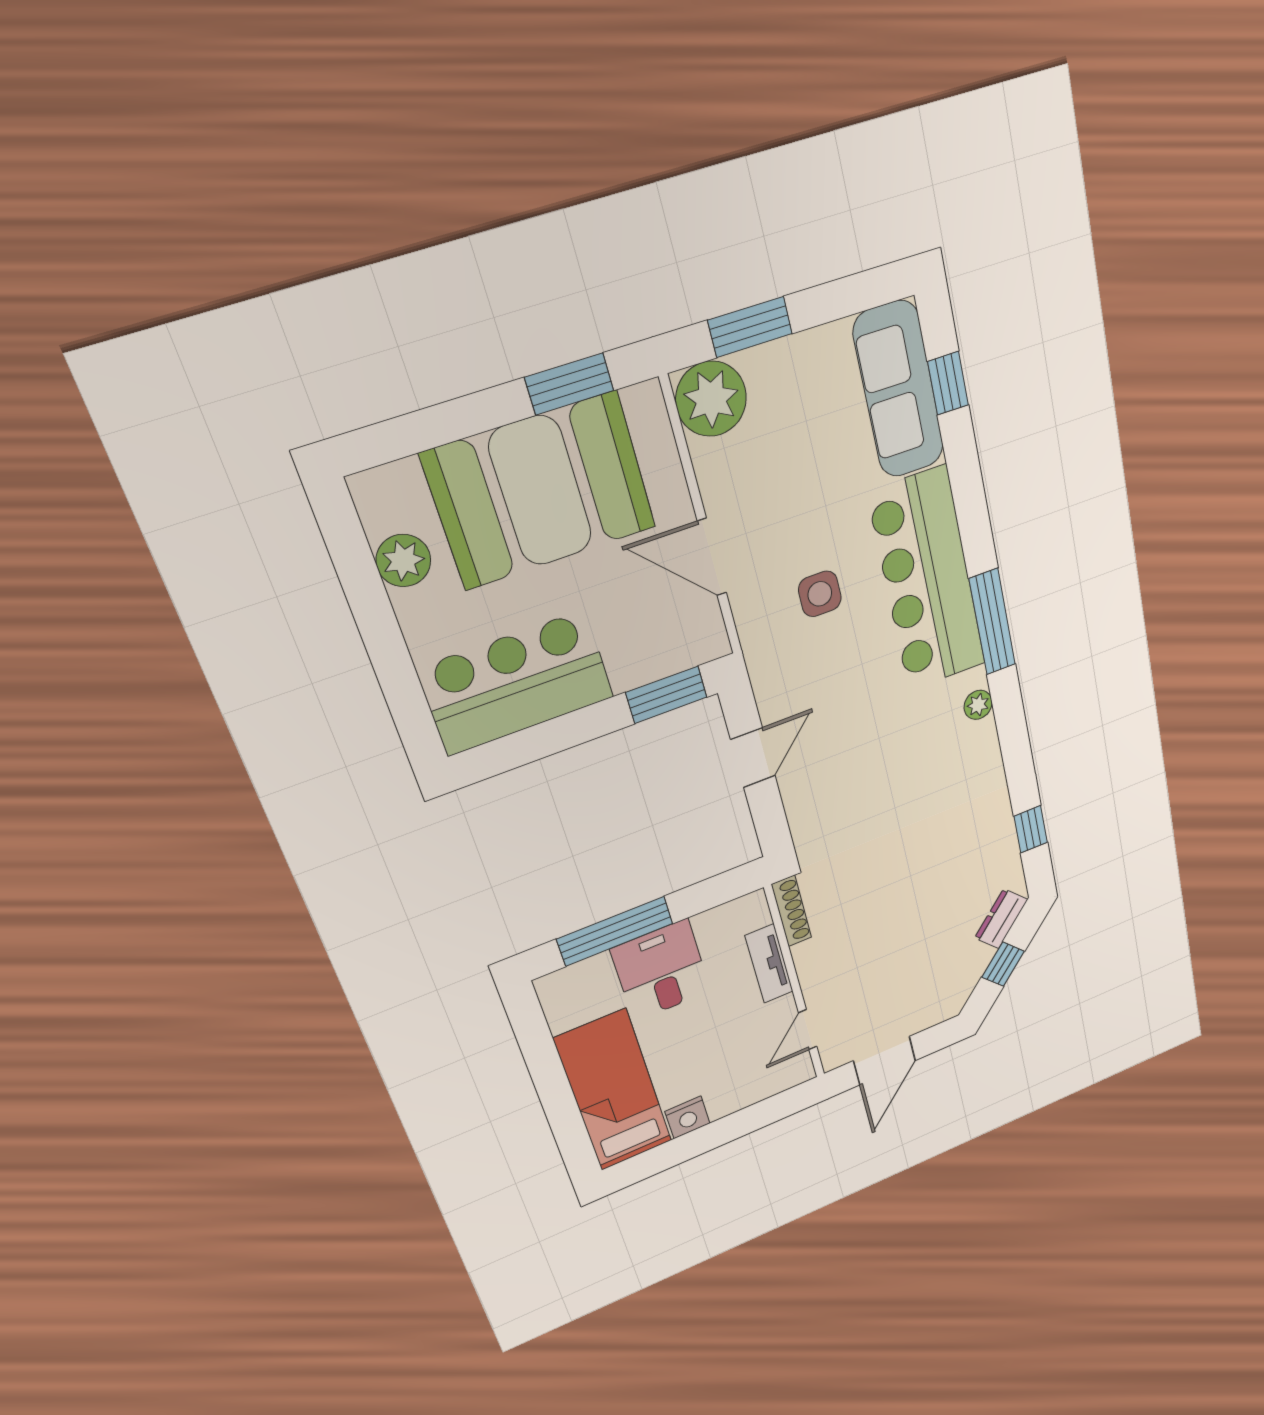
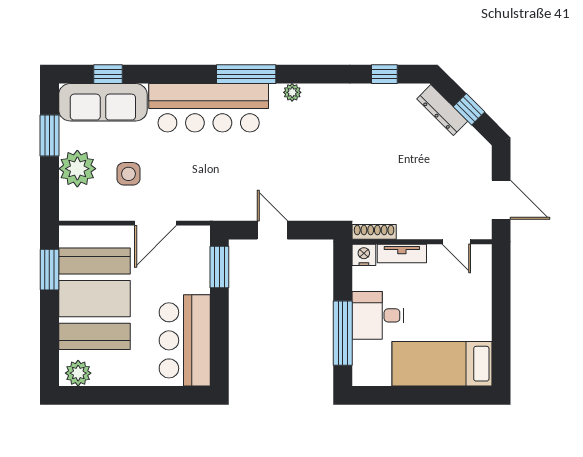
window: (750, 327) -> (49, 135), moved
plant: (711, 399) -> (77, 169), moved
plant: (403, 561) -> (78, 373), moved
side table: (820, 594) -> (128, 174), moved
dresser: (1001, 919) -> (442, 110), width x1.44
nightstand: (687, 1117) -> (364, 255), moved, turned -90

